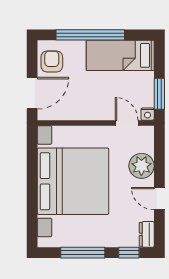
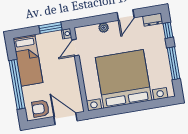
plant: (141, 166) -> (104, 28), width x0.53, depth x0.53

